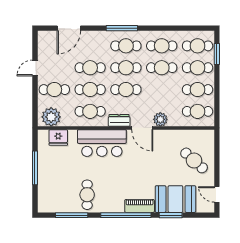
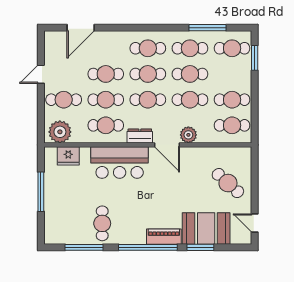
window: (122, 28) -> (207, 28), moved
cafe table: (198, 68) -> (190, 100), moved

